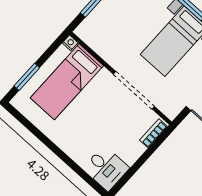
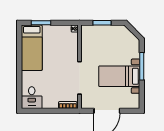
bed: (67, 82) -> (32, 48), moved, turned -90

